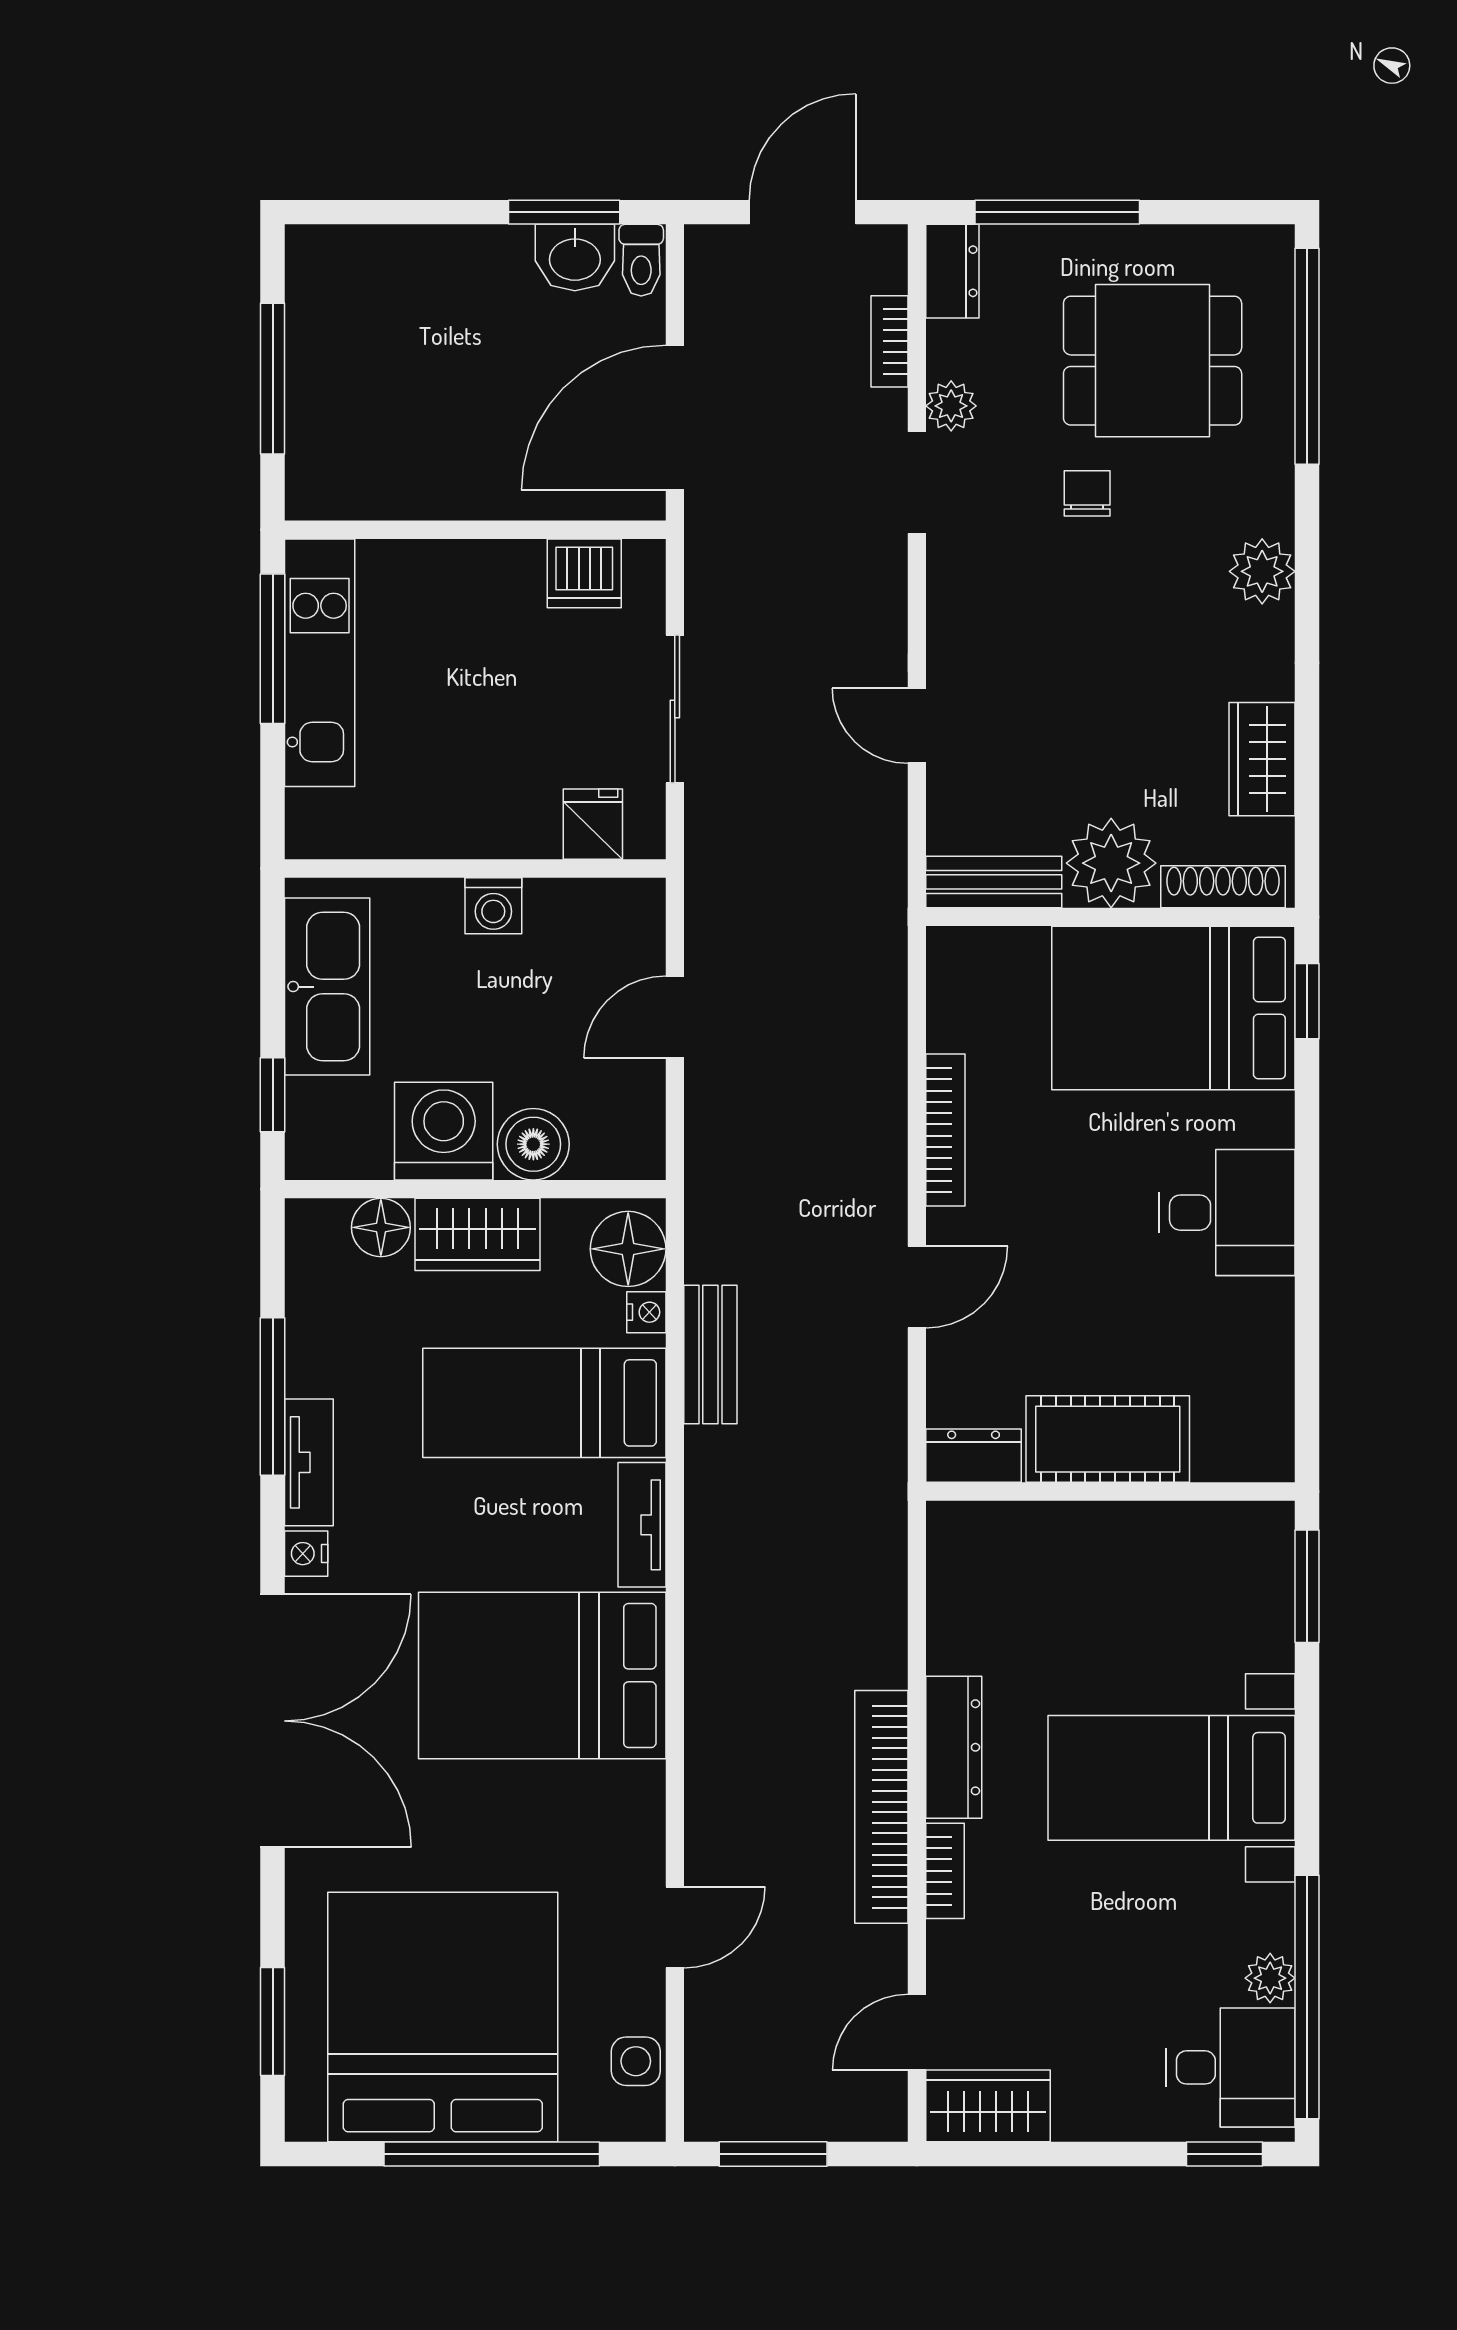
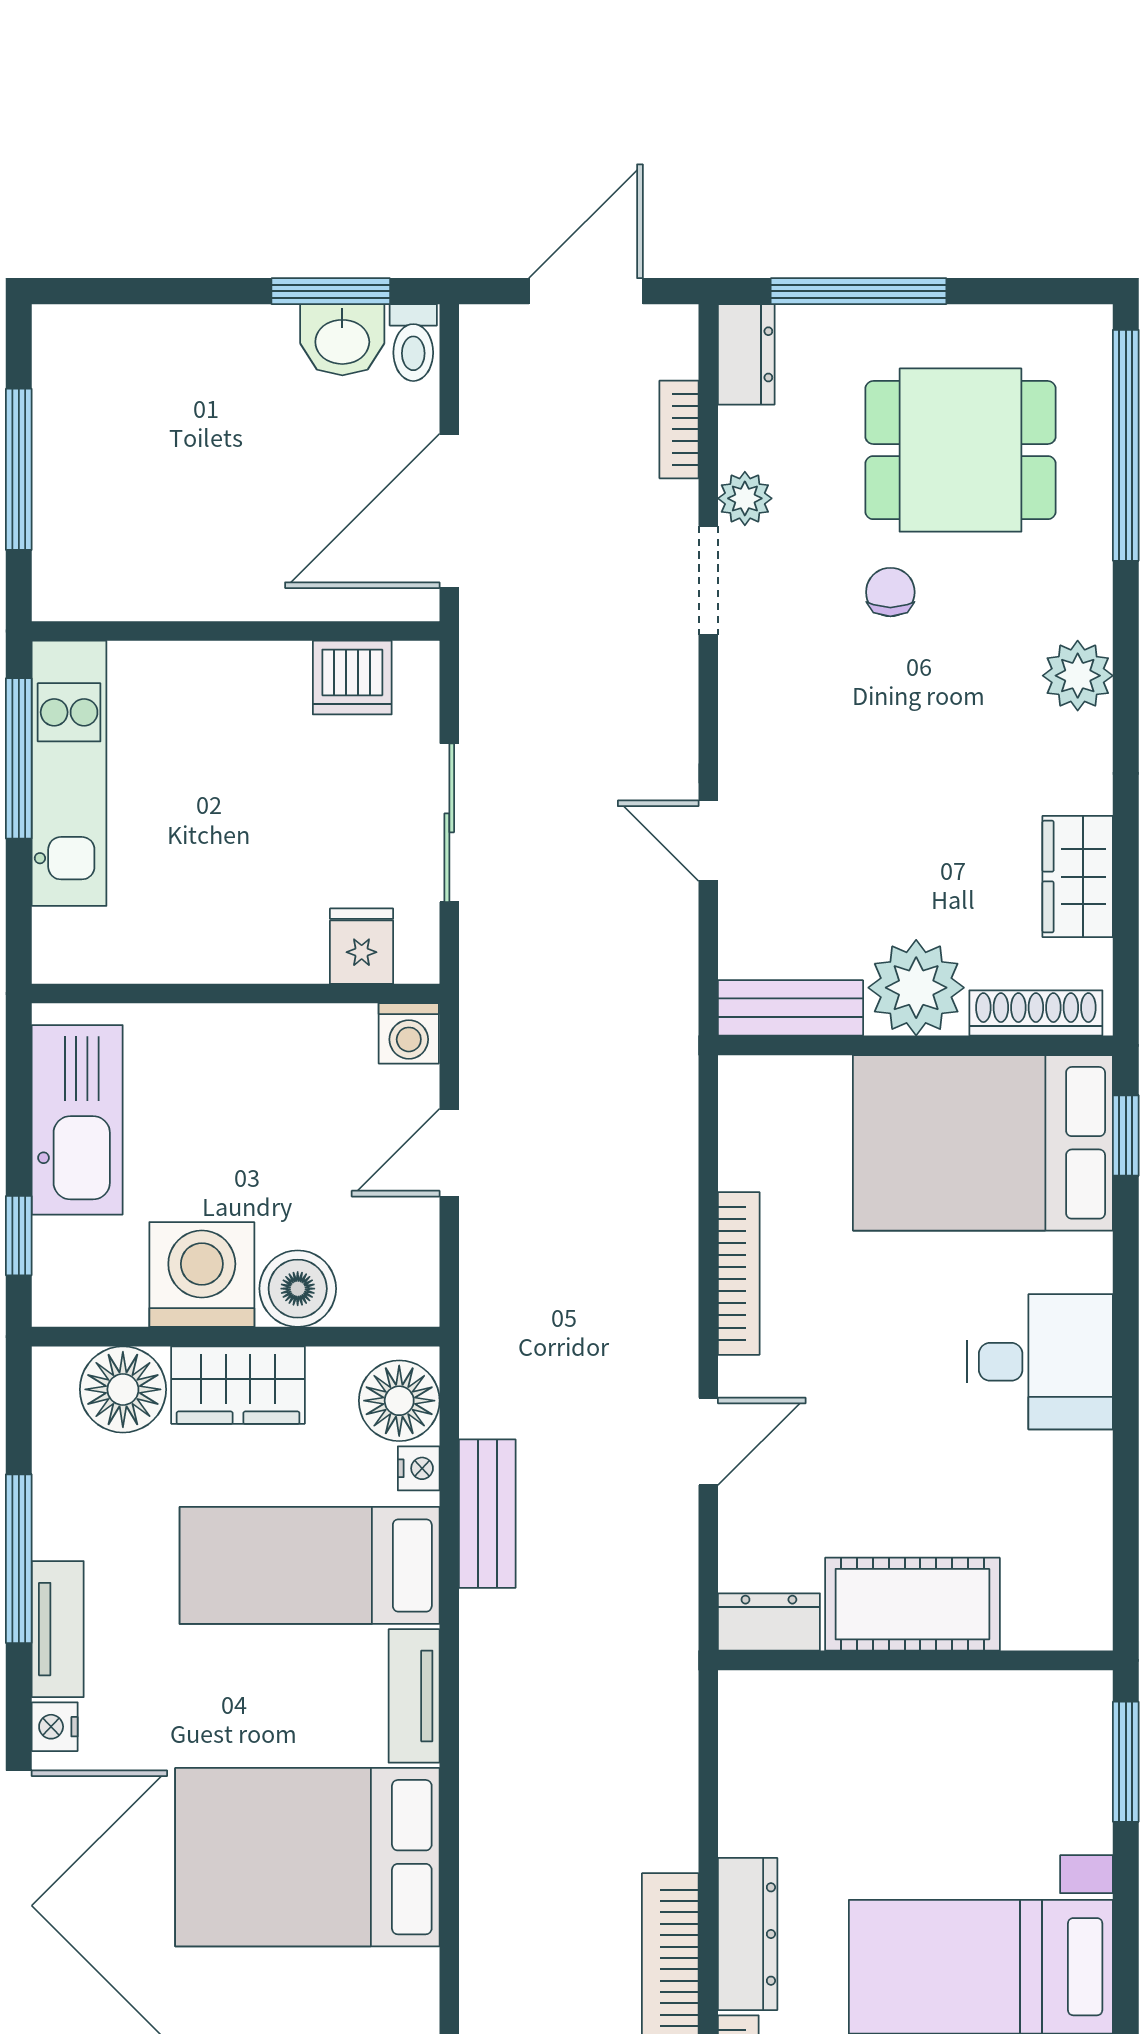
washing machine: (493, 906) -> (409, 1033), moved
floor lamp: (381, 1227) -> (123, 1389), width x1.38, depth x1.38

